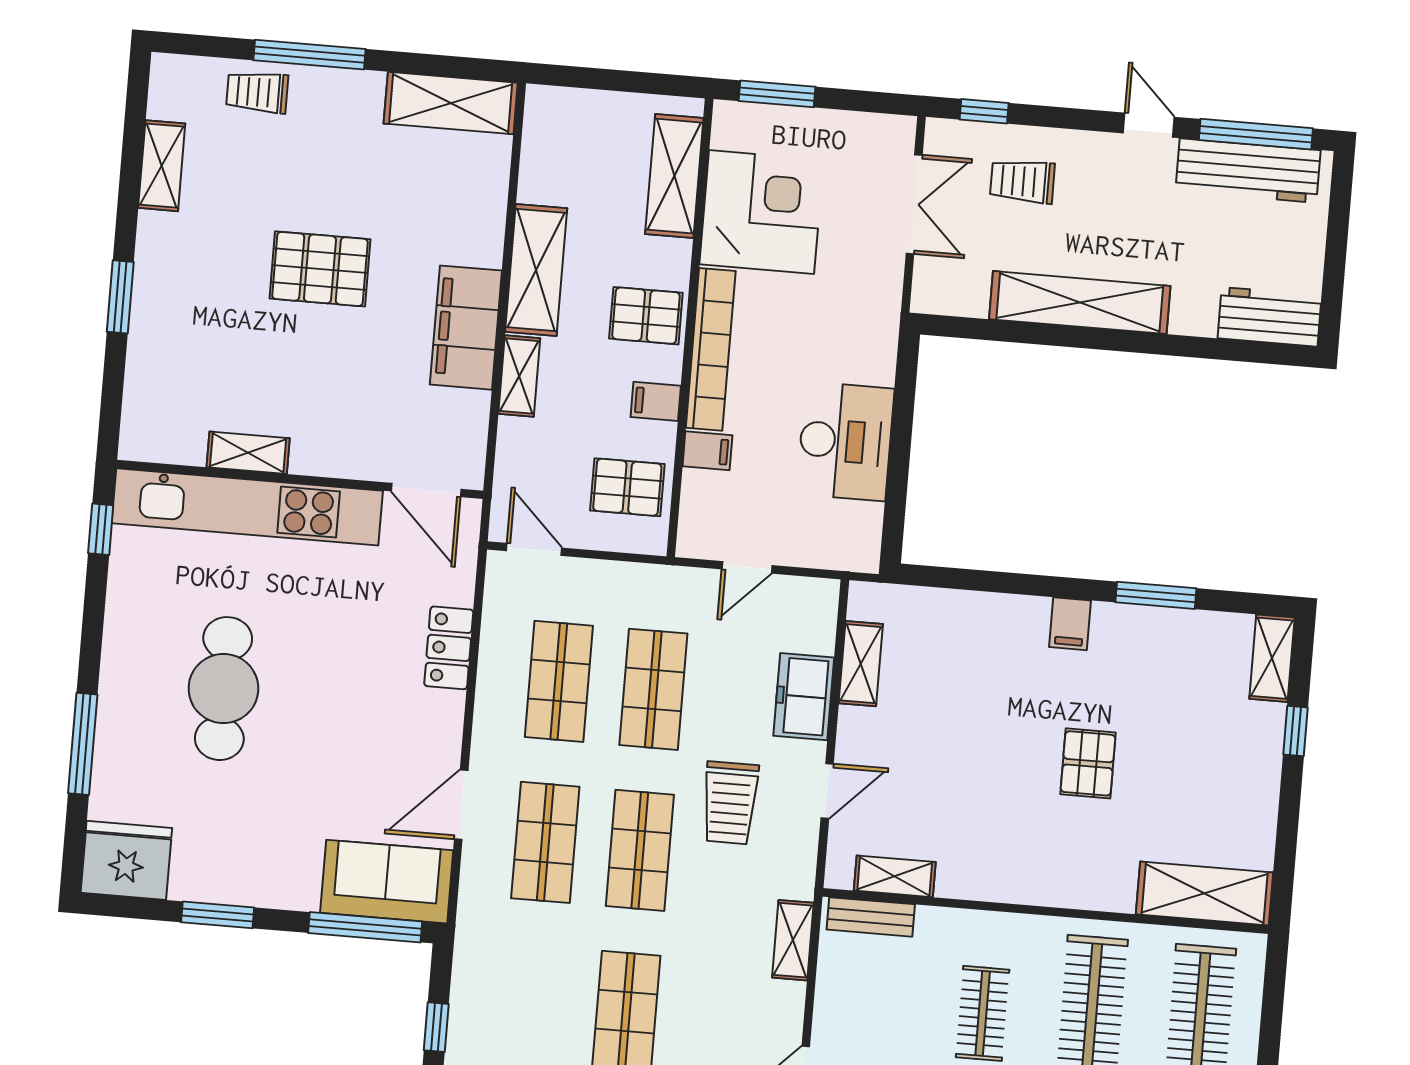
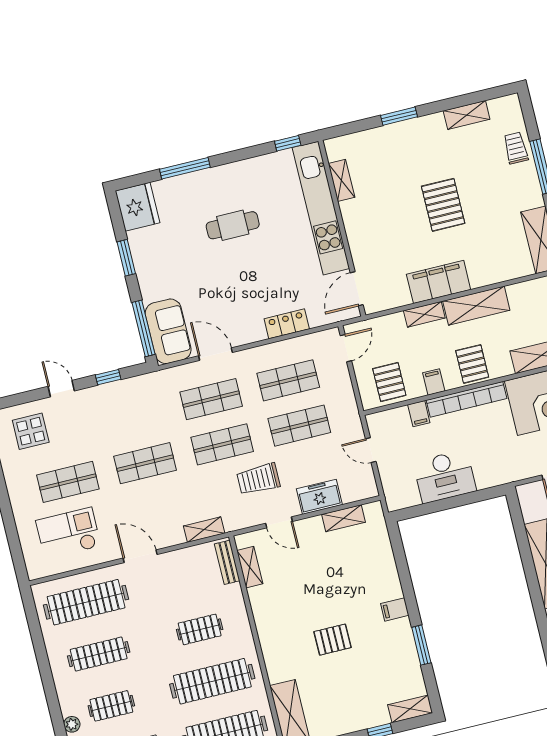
shelving: (248, 453) -> (342, 180), moved
cafe table: (223, 689) -> (233, 225), width x0.73, depth x0.74

